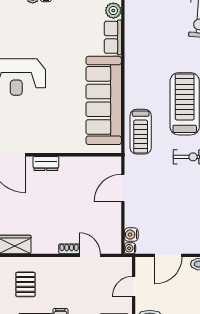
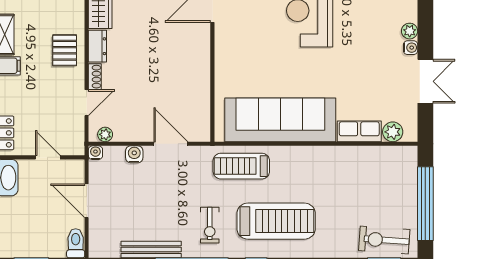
dresser: (46, 163) -> (97, 46), moved, turned 180
water cooler: (131, 235) -> (134, 154), moved
plant: (115, 241) -> (105, 134), added
pallet: (25, 284) -> (65, 50), moved, turned 90

